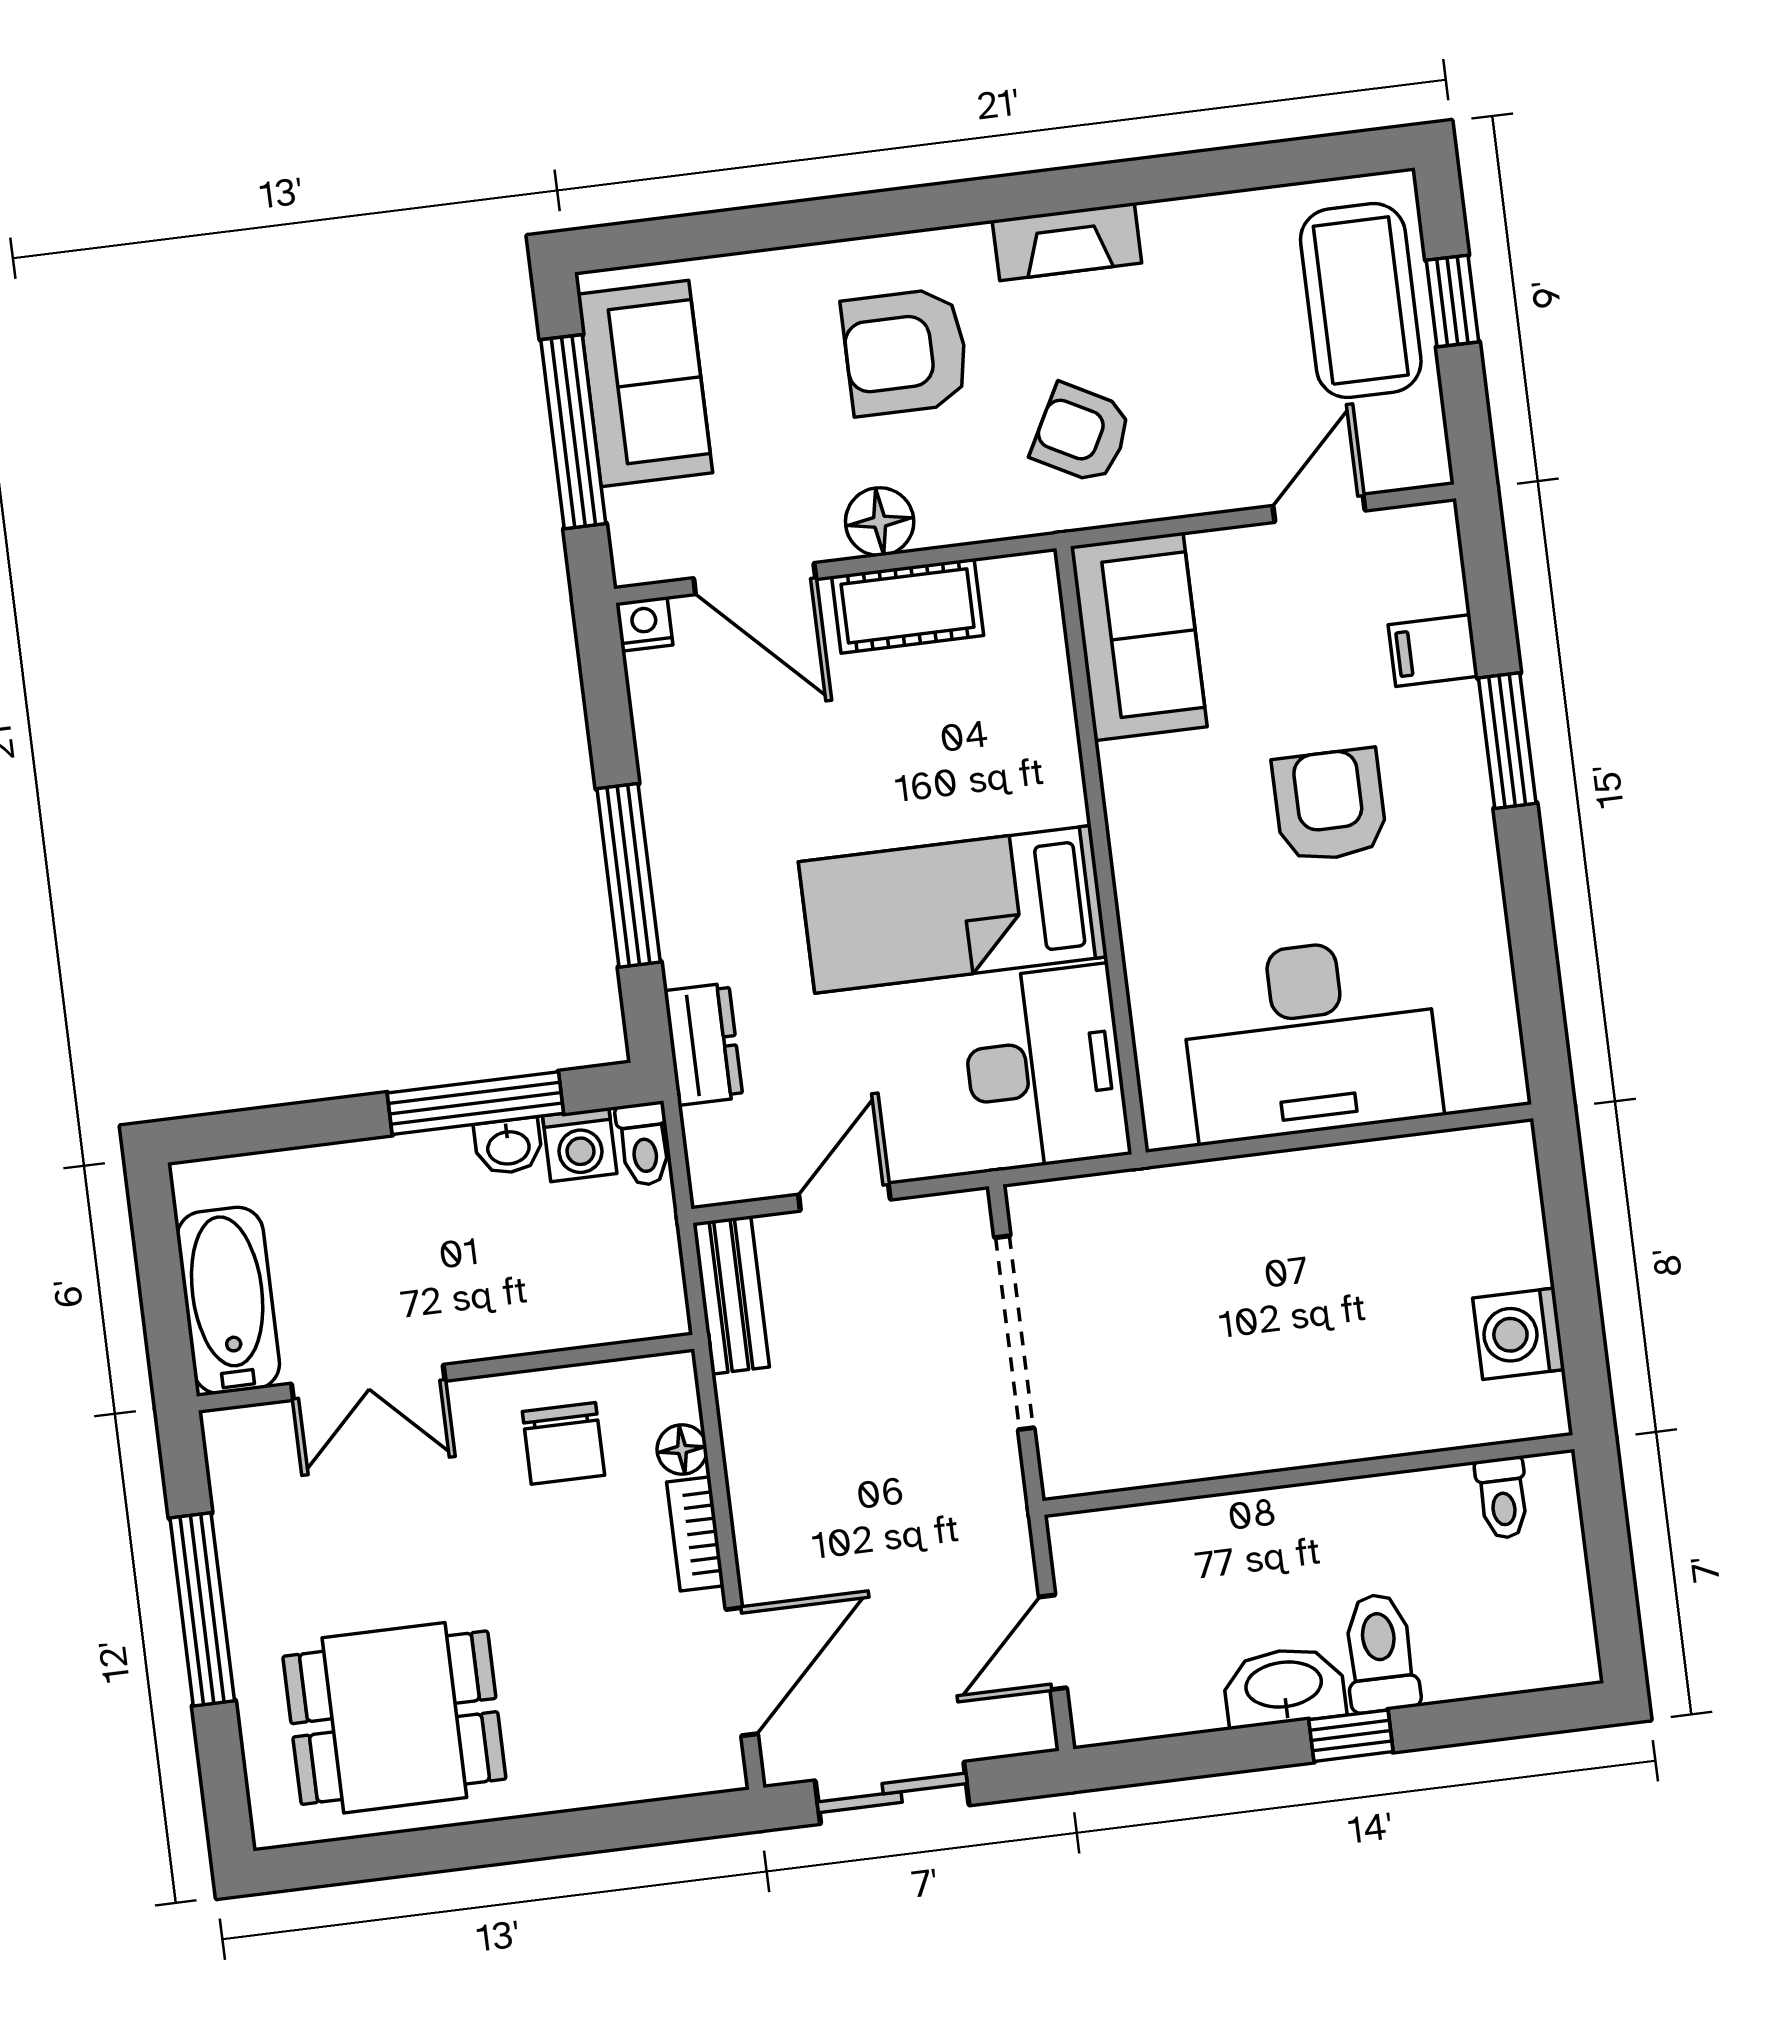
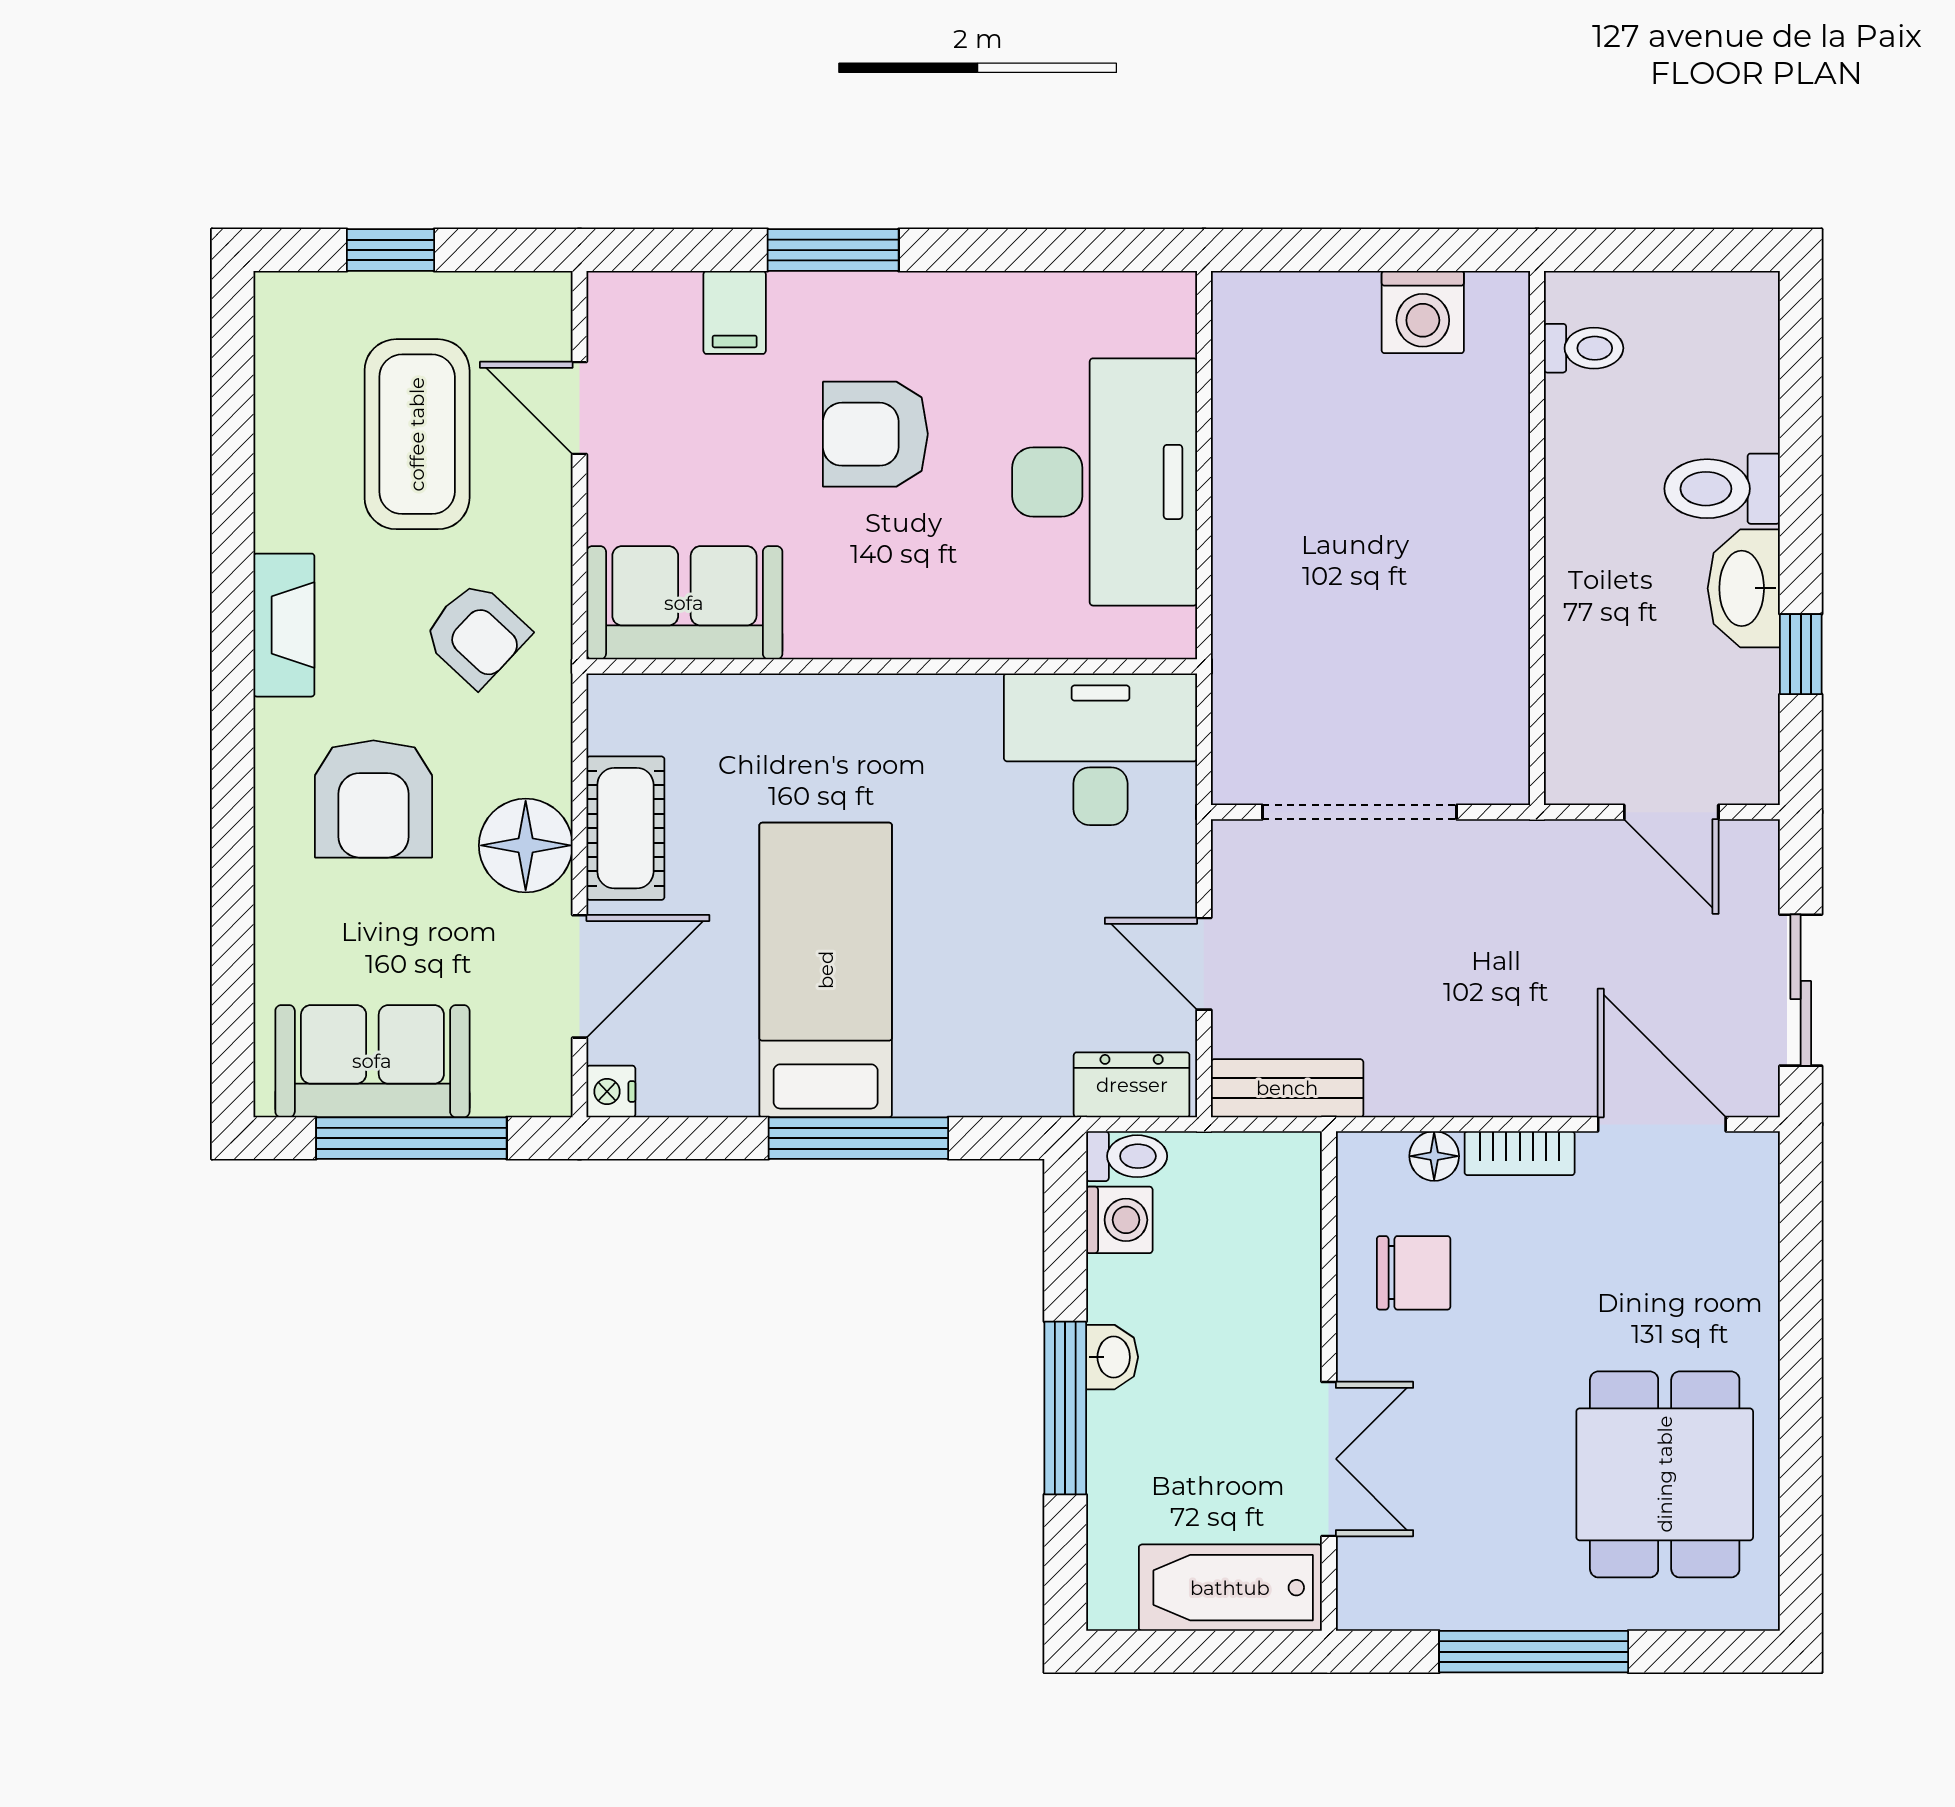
coffee table: (1361, 301) -> (417, 434), moved, turned 90
armchair: (1082, 434) -> (476, 634), turned -75
floor lamp: (880, 522) -> (526, 845), width x1.38, depth x1.38
bed: (953, 909) -> (826, 970), moved, turned 180
dresser: (703, 1044) -> (1132, 1085), moved
window: (475, 1103) -> (1065, 1408), moved
washbasin: (508, 1146) -> (1112, 1357), moved
window: (1351, 1736) -> (1801, 654), moved

